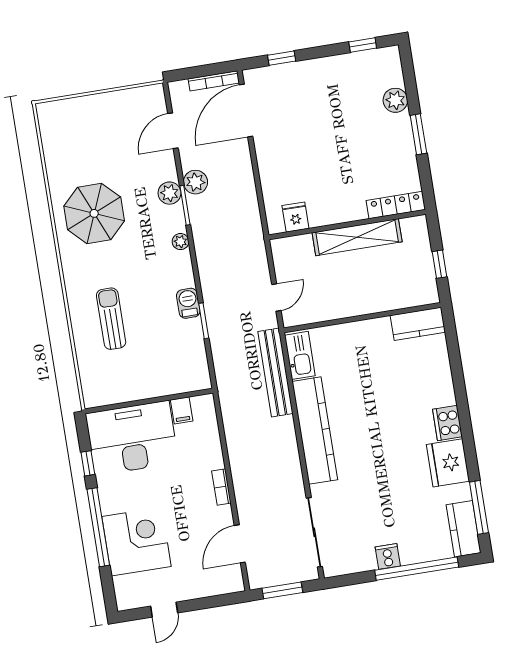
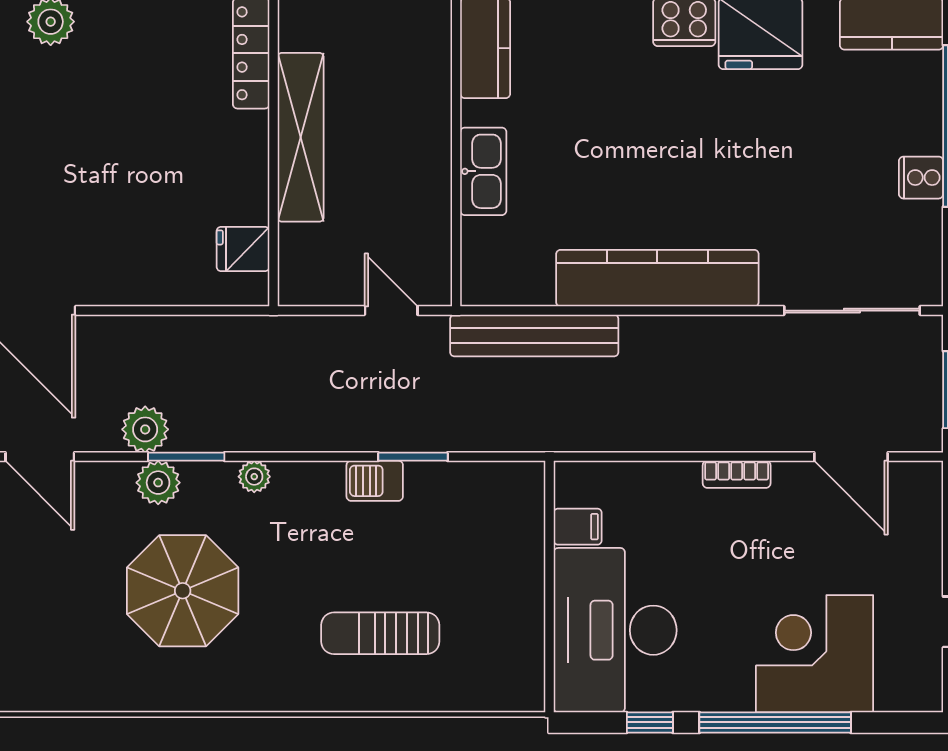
parasol: (94, 213) -> (183, 591), moved
kitchen sink: (300, 355) -> (483, 171), moved, turned 90

